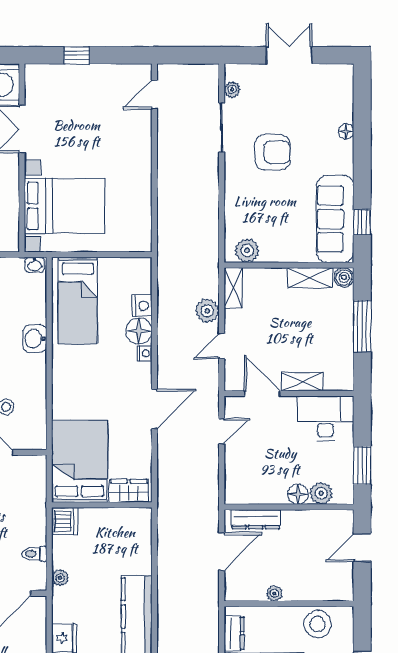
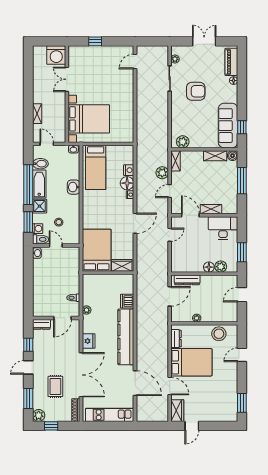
piano: (342, 95) -> (231, 62), added
dishwasher: (64, 521) -> (127, 301), moved, turned 180

